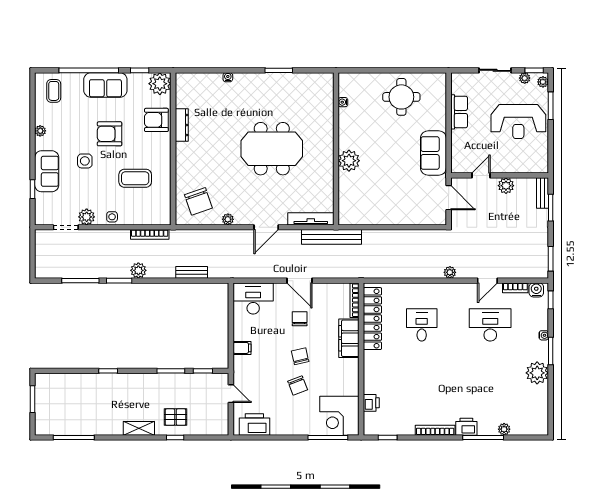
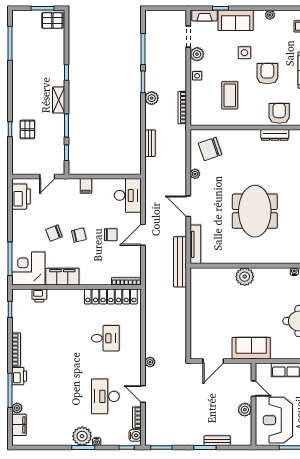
door: (481, 175) -> (253, 389), moved
wall: (500, 175) -> (253, 404), moved
plant: (506, 186) -> (245, 410), moved
fireplace: (41, 208) -> (204, 16), added
desk: (490, 325) -> (105, 396), turned 180
filing cabinet: (349, 338) -> (62, 277), moved
plant: (537, 373) -> (82, 436), moved
pallet: (47, 388) -> (52, 21), added
filing cabinet: (524, 427) -> (19, 425), added
shelving: (139, 428) -> (59, 100), moved

